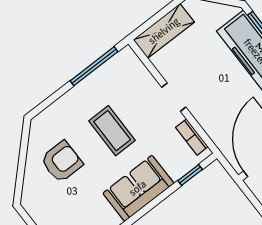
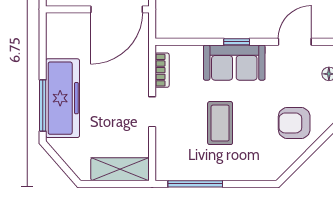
armchair: (62, 162) -> (294, 123), moved
window: (190, 175) -> (237, 42), moved

